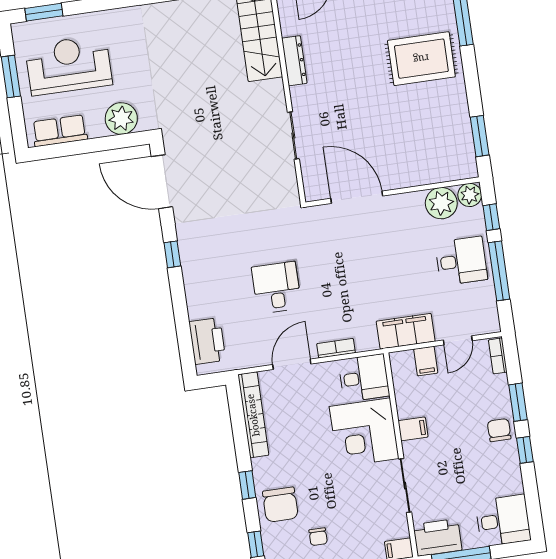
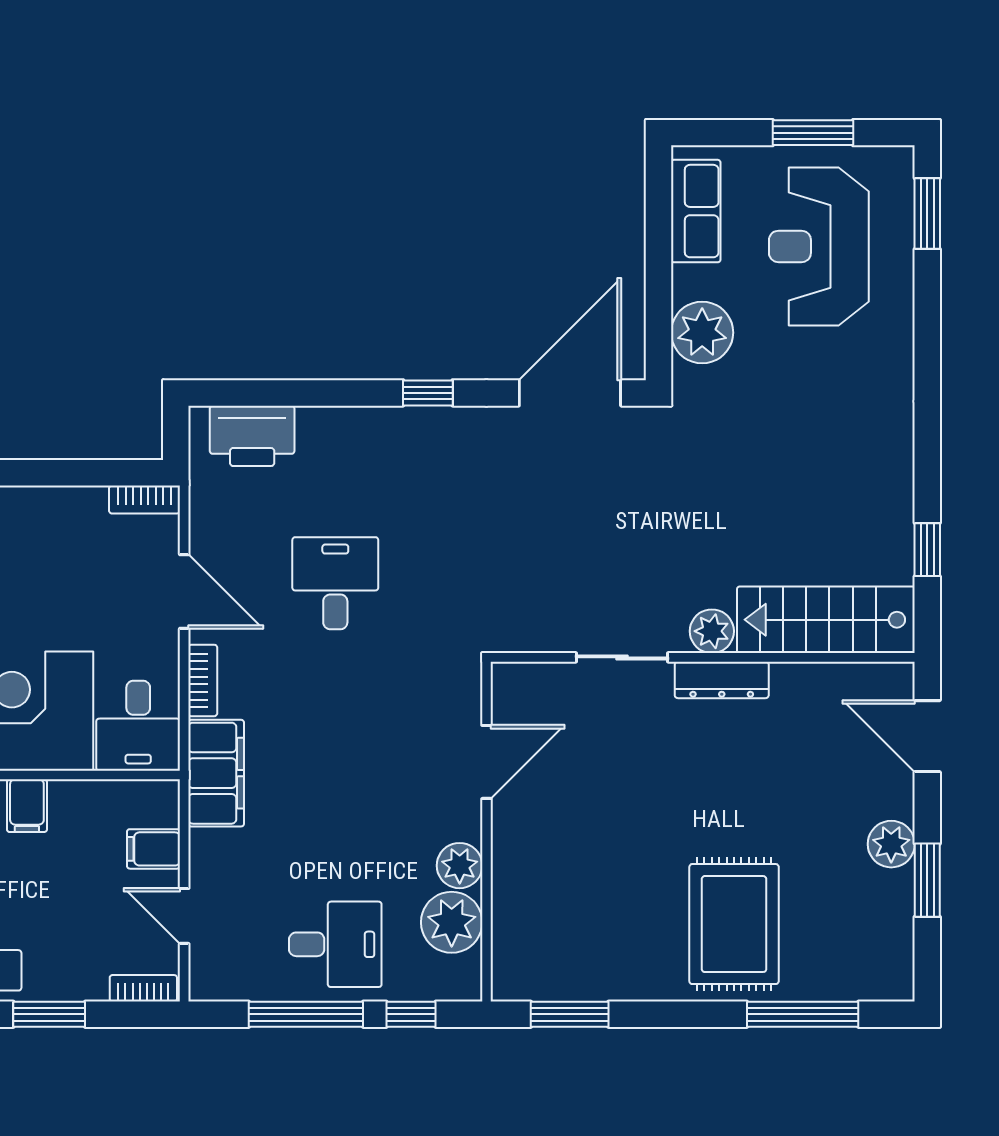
dresser: (294, 61) -> (722, 680), moved
reception desk: (69, 65) -> (819, 246), turned 180
plant: (273, 92) -> (712, 631), added
plant: (470, 195) -> (460, 866), moved
door: (357, 197) -> (486, 762), width x0.73
desk: (461, 261) -> (335, 944), turned -90
desk: (277, 288) -> (335, 583), turned -90
filing cabinet: (406, 331) -> (216, 773), moved
bookcase: (253, 415) -> (145, 499), width x0.43, depth x0.76

